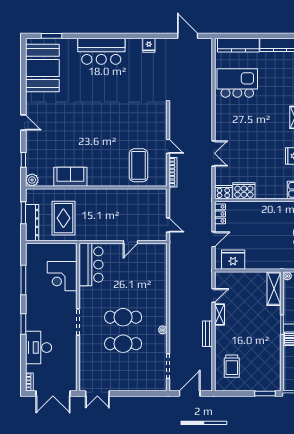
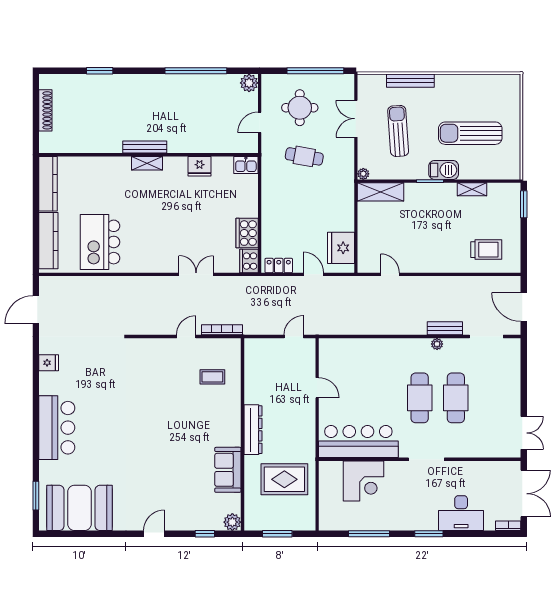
coffee table: (138, 165) -> (212, 377), width x0.54, depth x0.58
dresser: (32, 223) -> (253, 430), moved, turned 90
bar counter: (91, 265) -> (358, 442), width x1.36
shelving: (220, 315) -> (472, 189), moved
bench: (208, 334) -> (445, 328), moved

